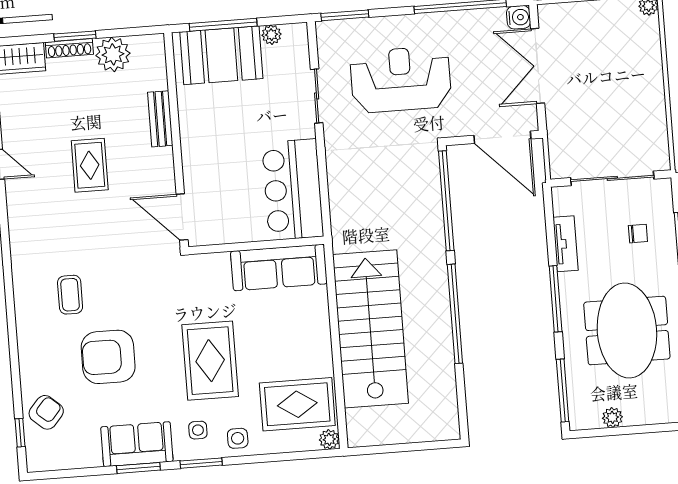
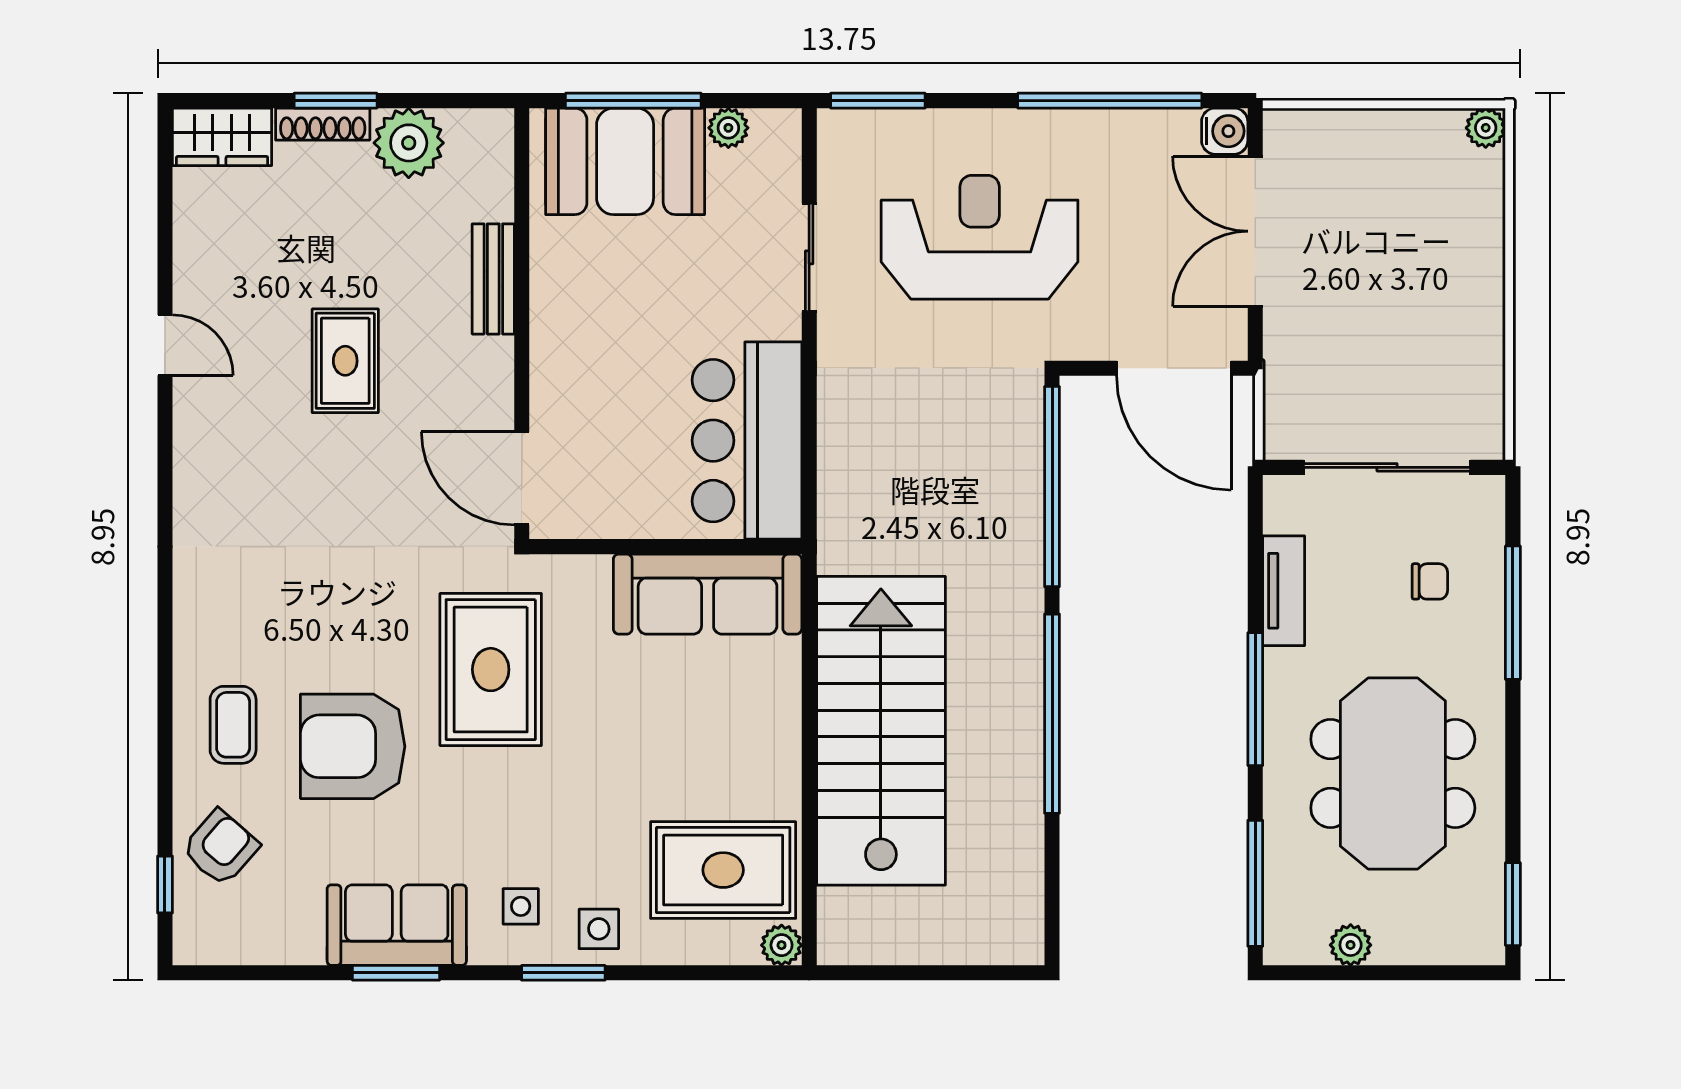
coffee table: (70, 295) -> (233, 725), moved
rug: (210, 361) -> (491, 670), moved
window: (201, 463) -> (563, 973), moved

